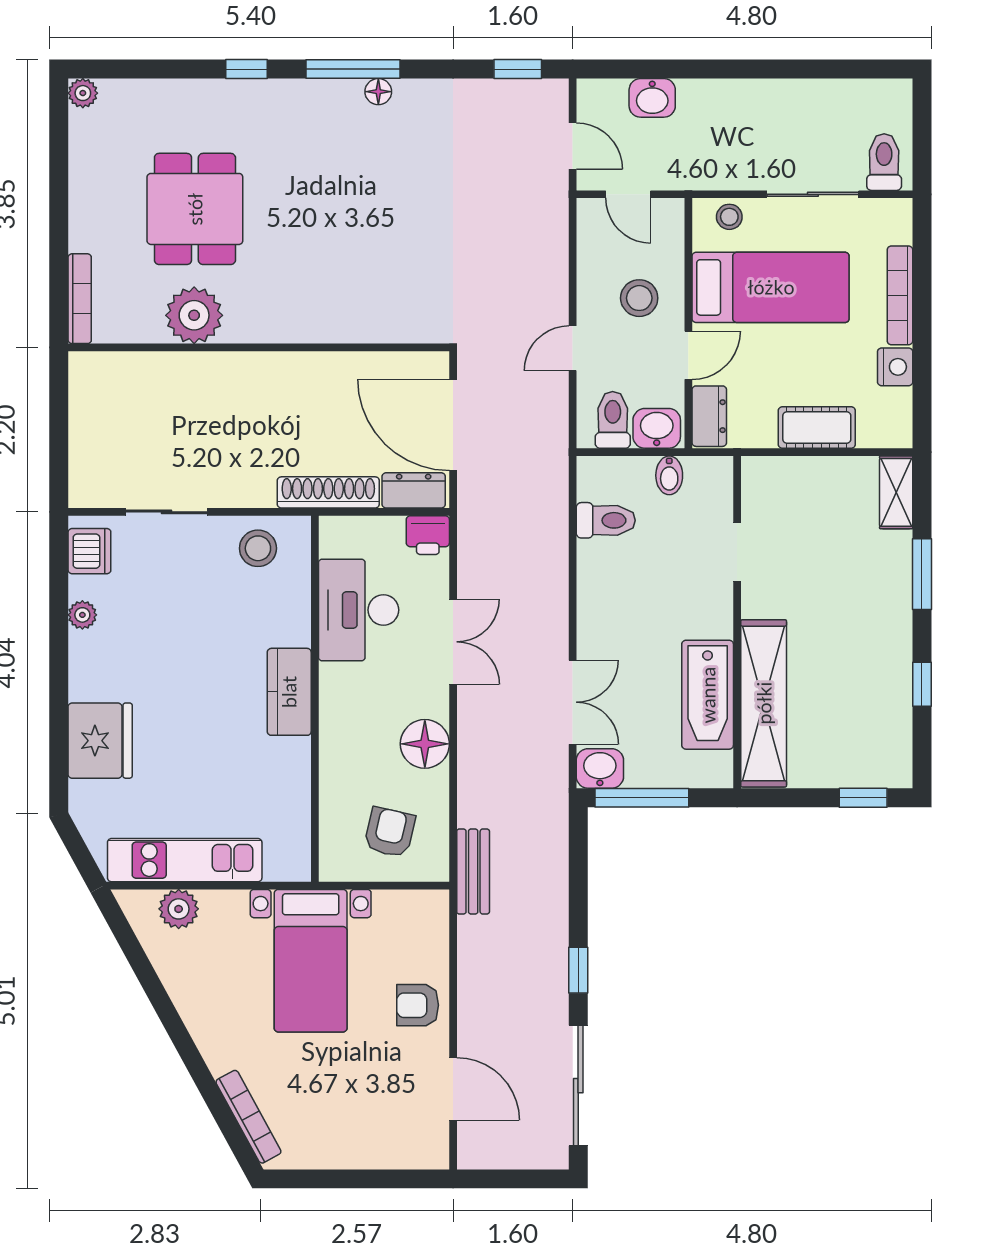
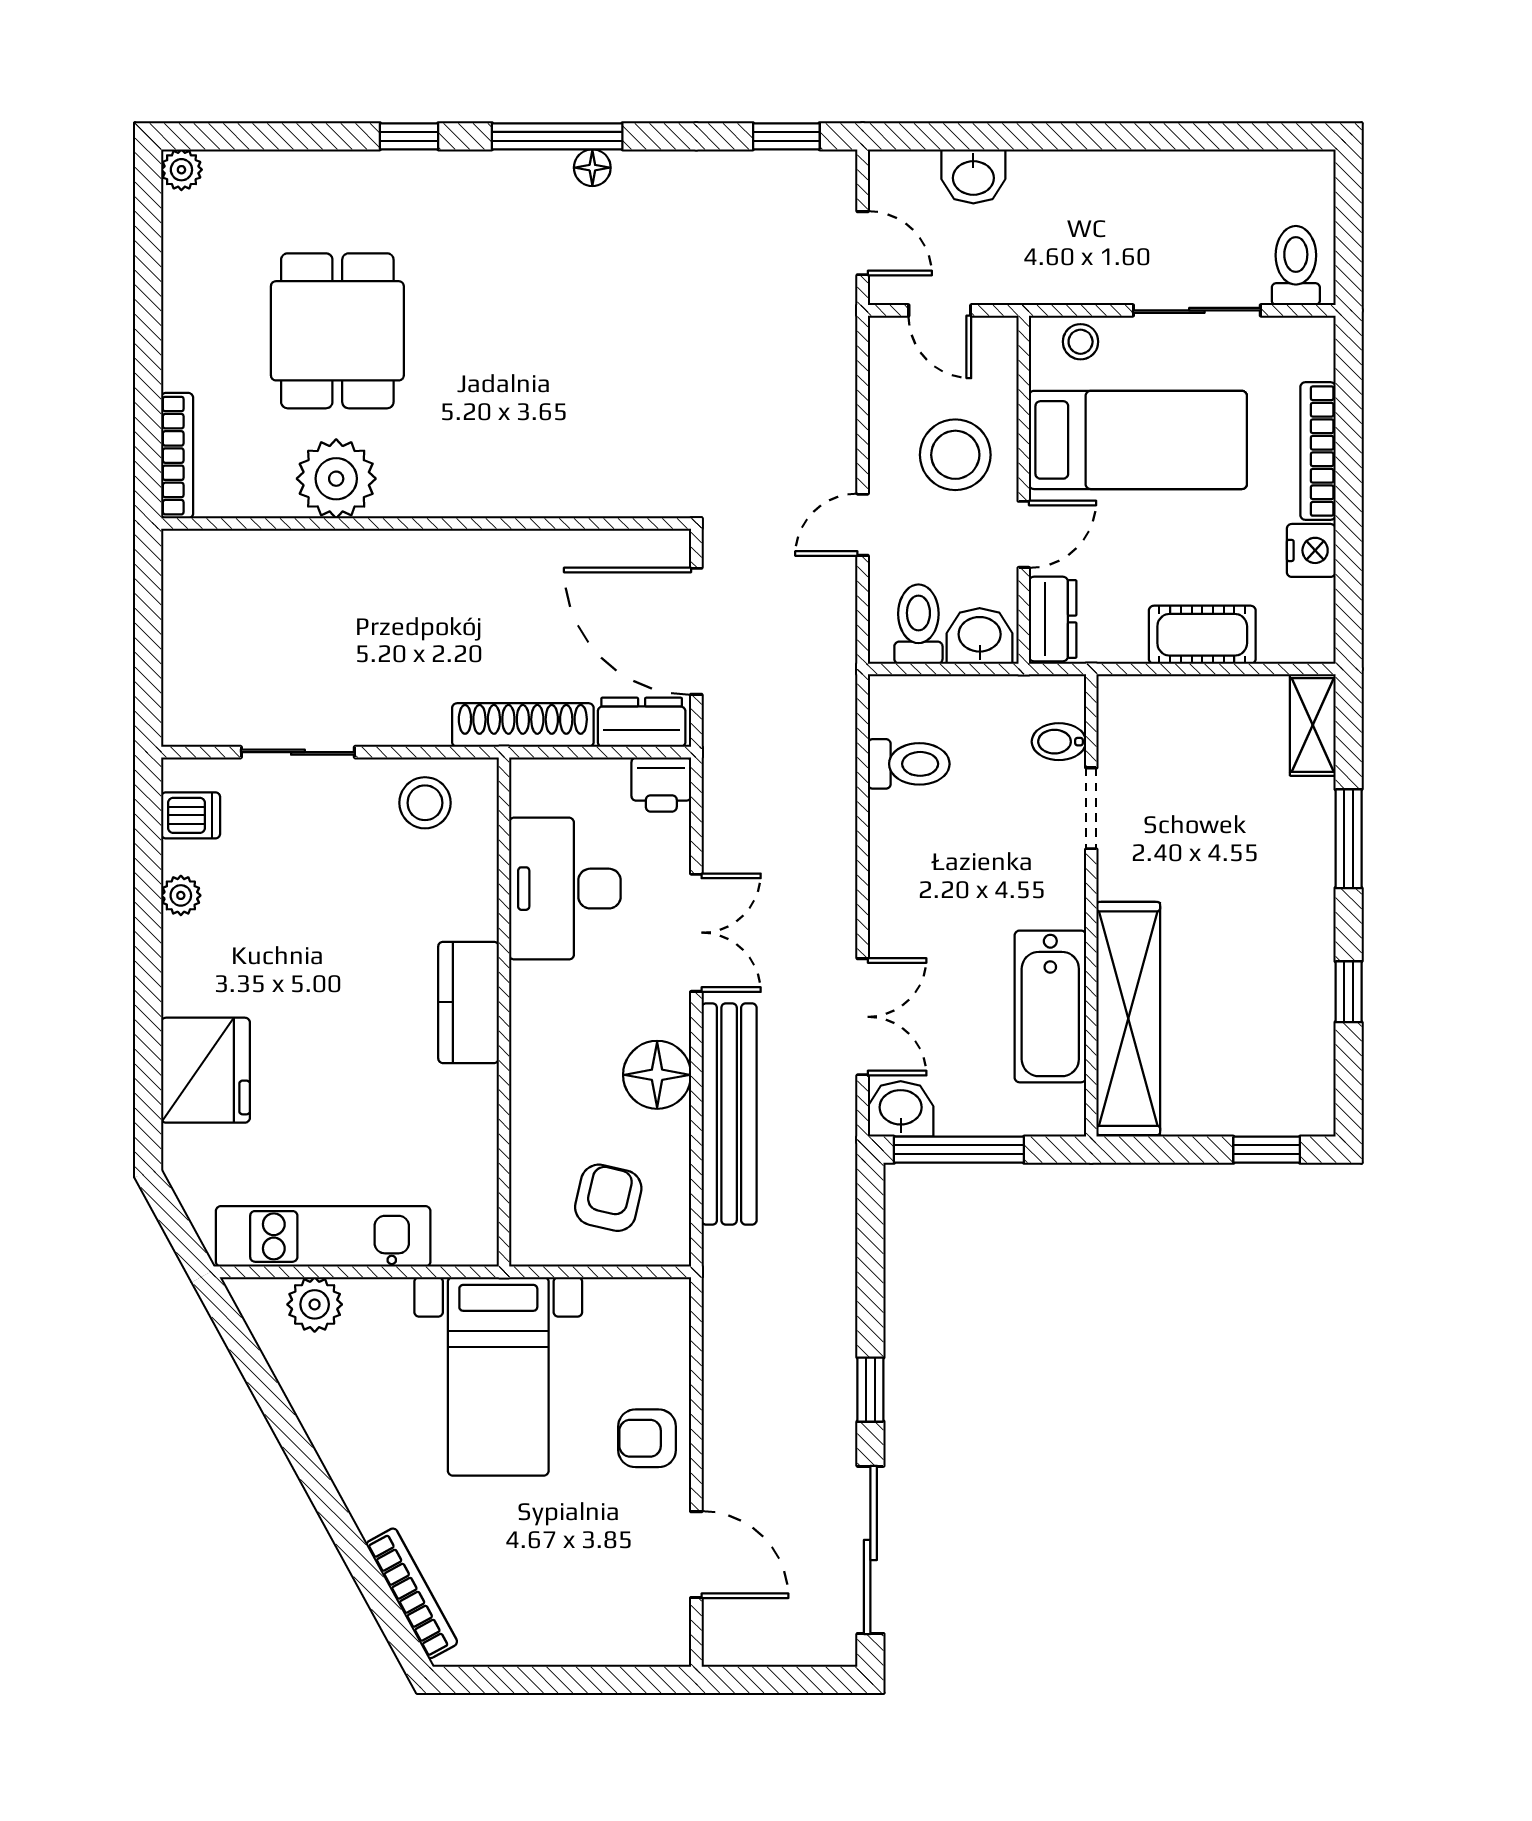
stool: (639, 298) -> (955, 455), width x1.38, depth x1.38
bidet: (669, 475) -> (1059, 742), moved, turned 90
dishwasher: (89, 551) -> (191, 815), width x0.73
bench: (473, 872) -> (729, 1114), moved, width x1.86, depth x1.21

